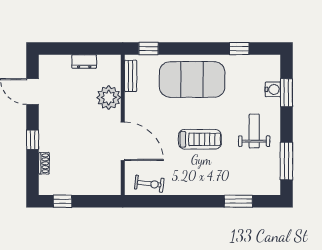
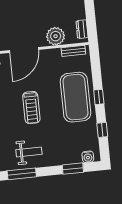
window: (149, 49) -> (99, 97), moved
dresser: (84, 62) -> (82, 29), moved
water cooler: (273, 89) -> (88, 157), moved
weight bench: (254, 131) -> (29, 152), moved

